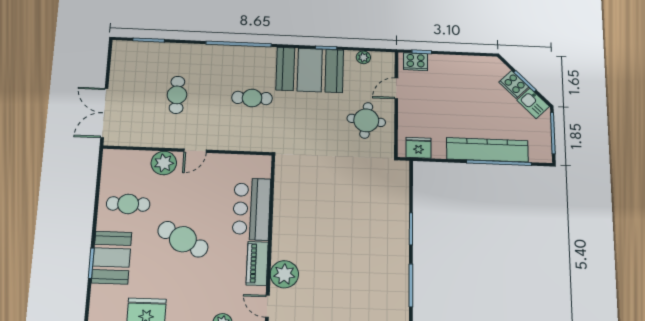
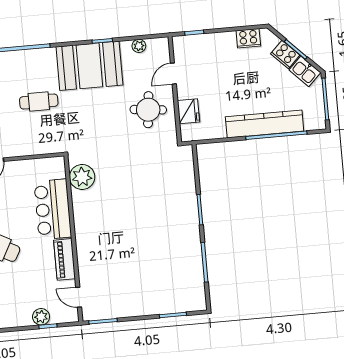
cooker: (416, 62) -> (248, 38), moved
fridge: (418, 148) -> (188, 111), moved, turned 90
plant: (284, 274) -> (82, 177), moved

